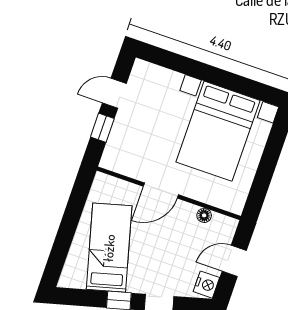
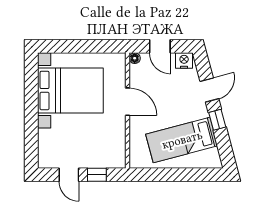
door: (161, 191) -> (128, 102), moved
floor lamp: (204, 215) -> (135, 58), moved

